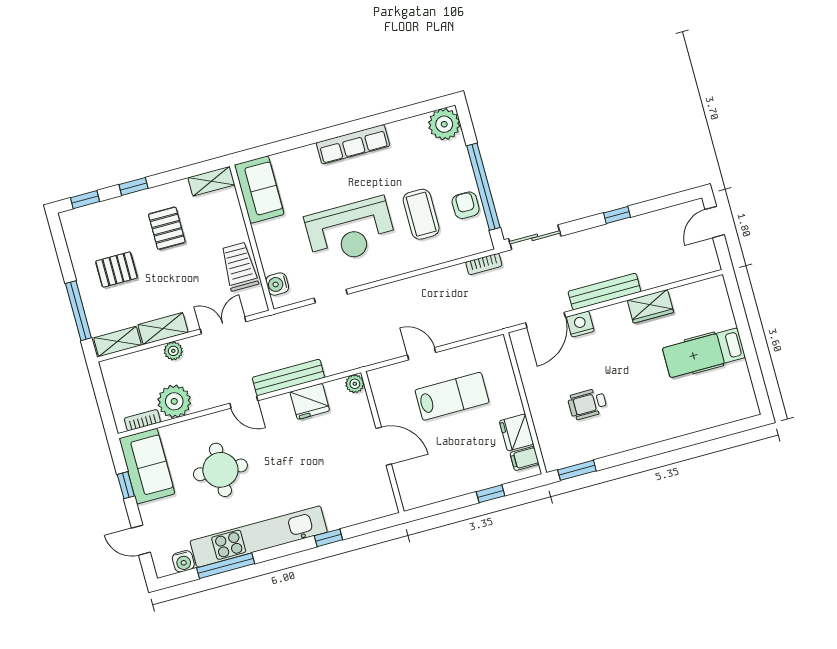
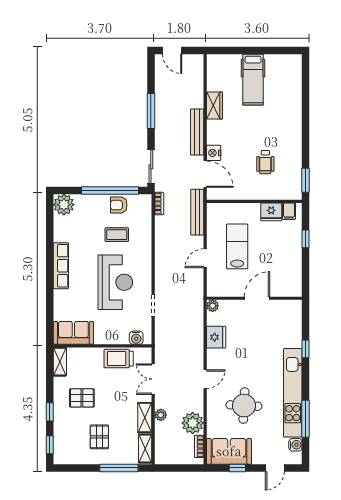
coffee table: (421, 214) -> (117, 235), width x0.73, depth x0.77
window: (617, 215) -> (151, 111), width x2.17
bench: (288, 377) -> (197, 212), moved

